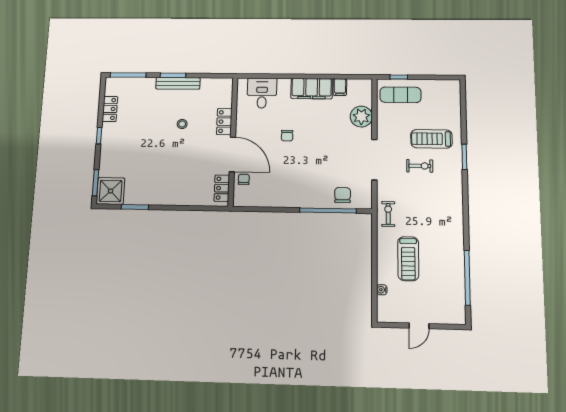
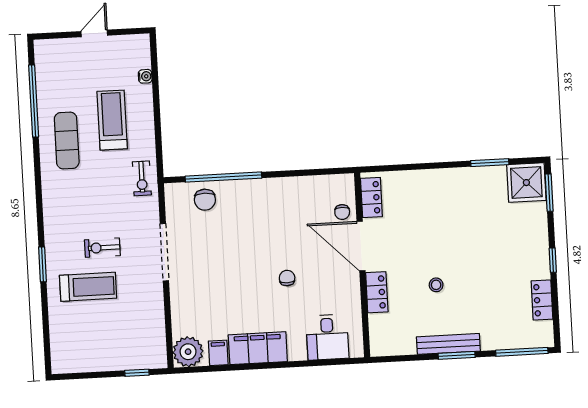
exercise mat: (401, 95) -> (67, 140), moved, turned 90
plant: (361, 117) -> (188, 352), moved

